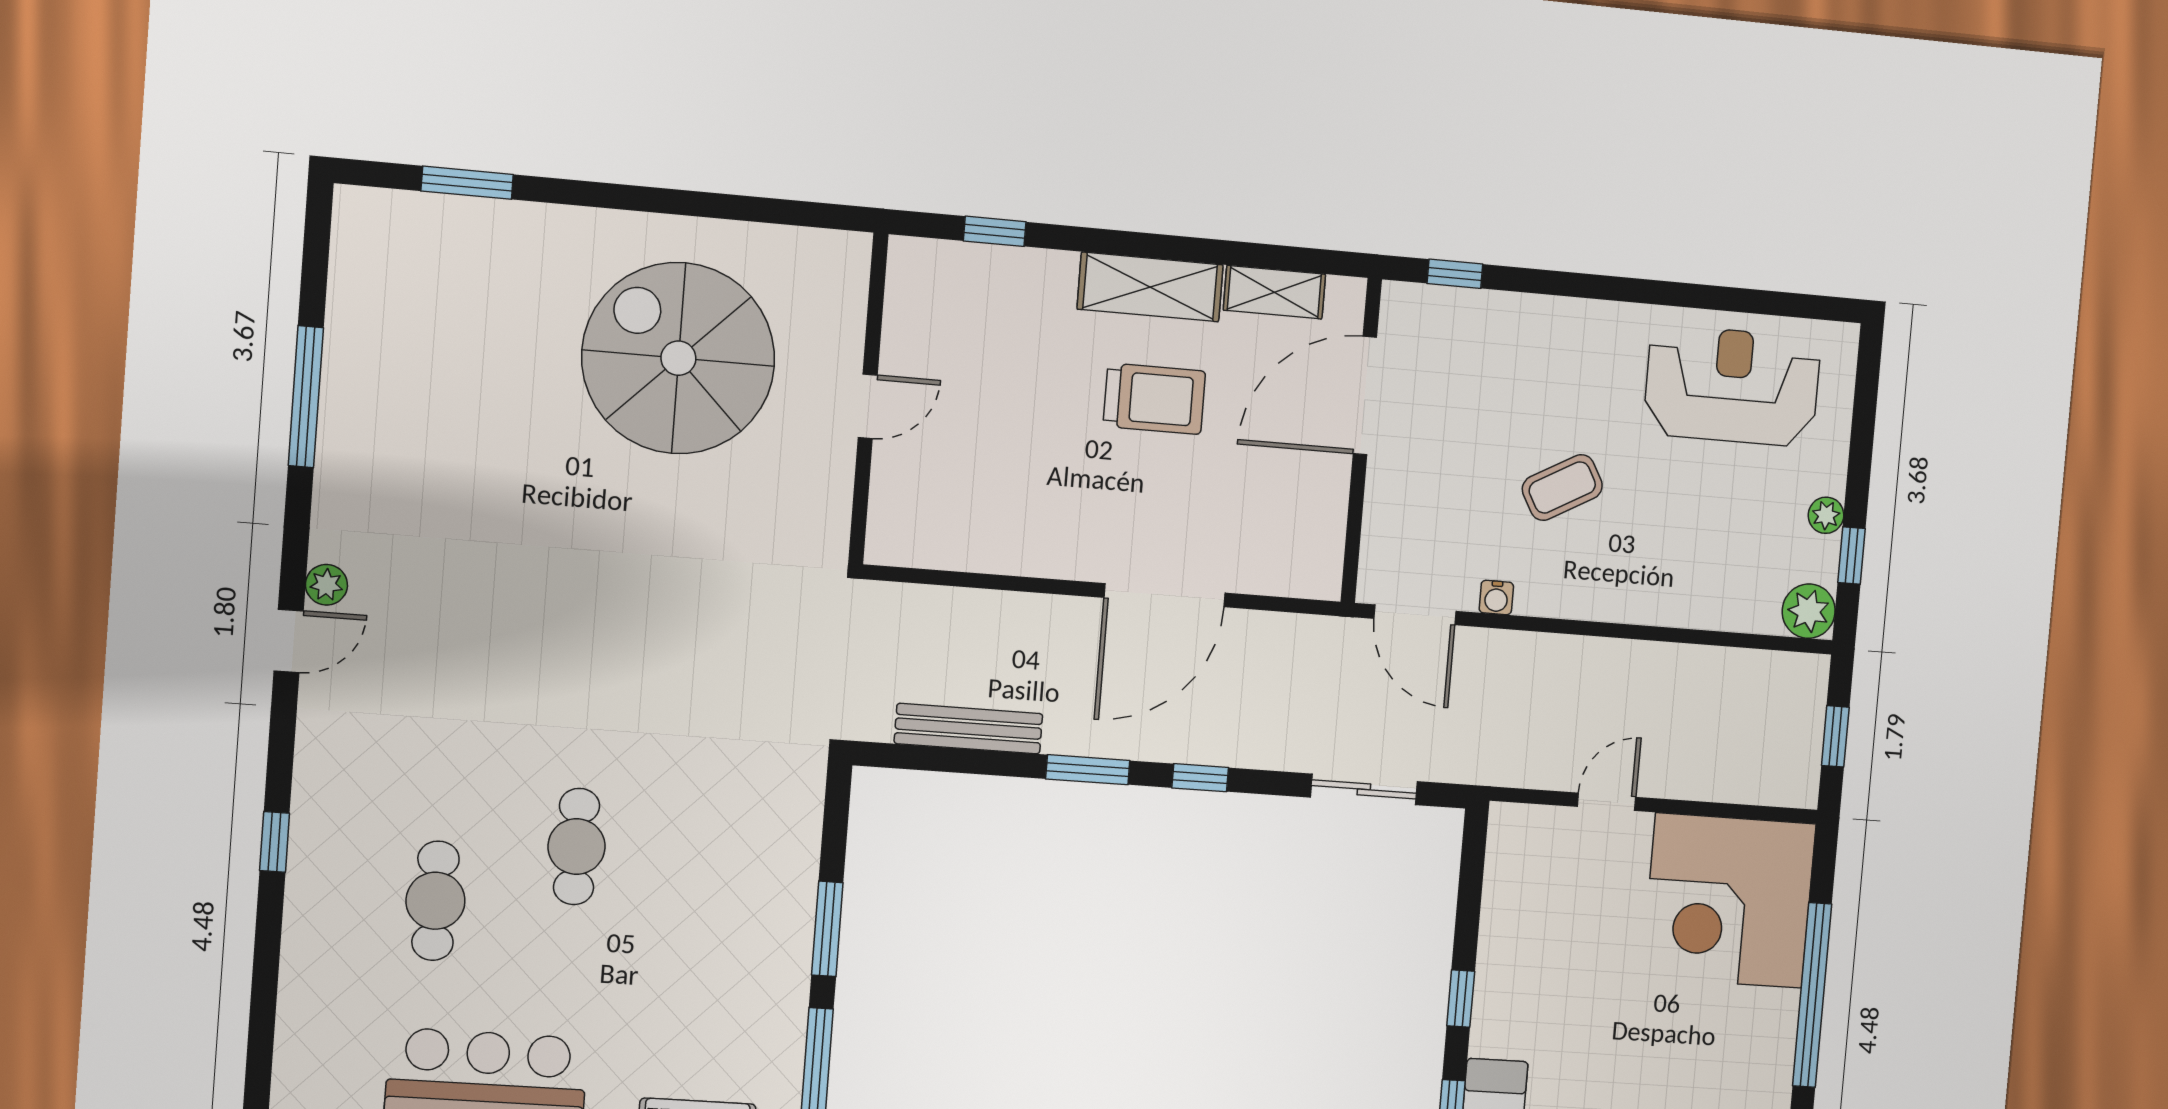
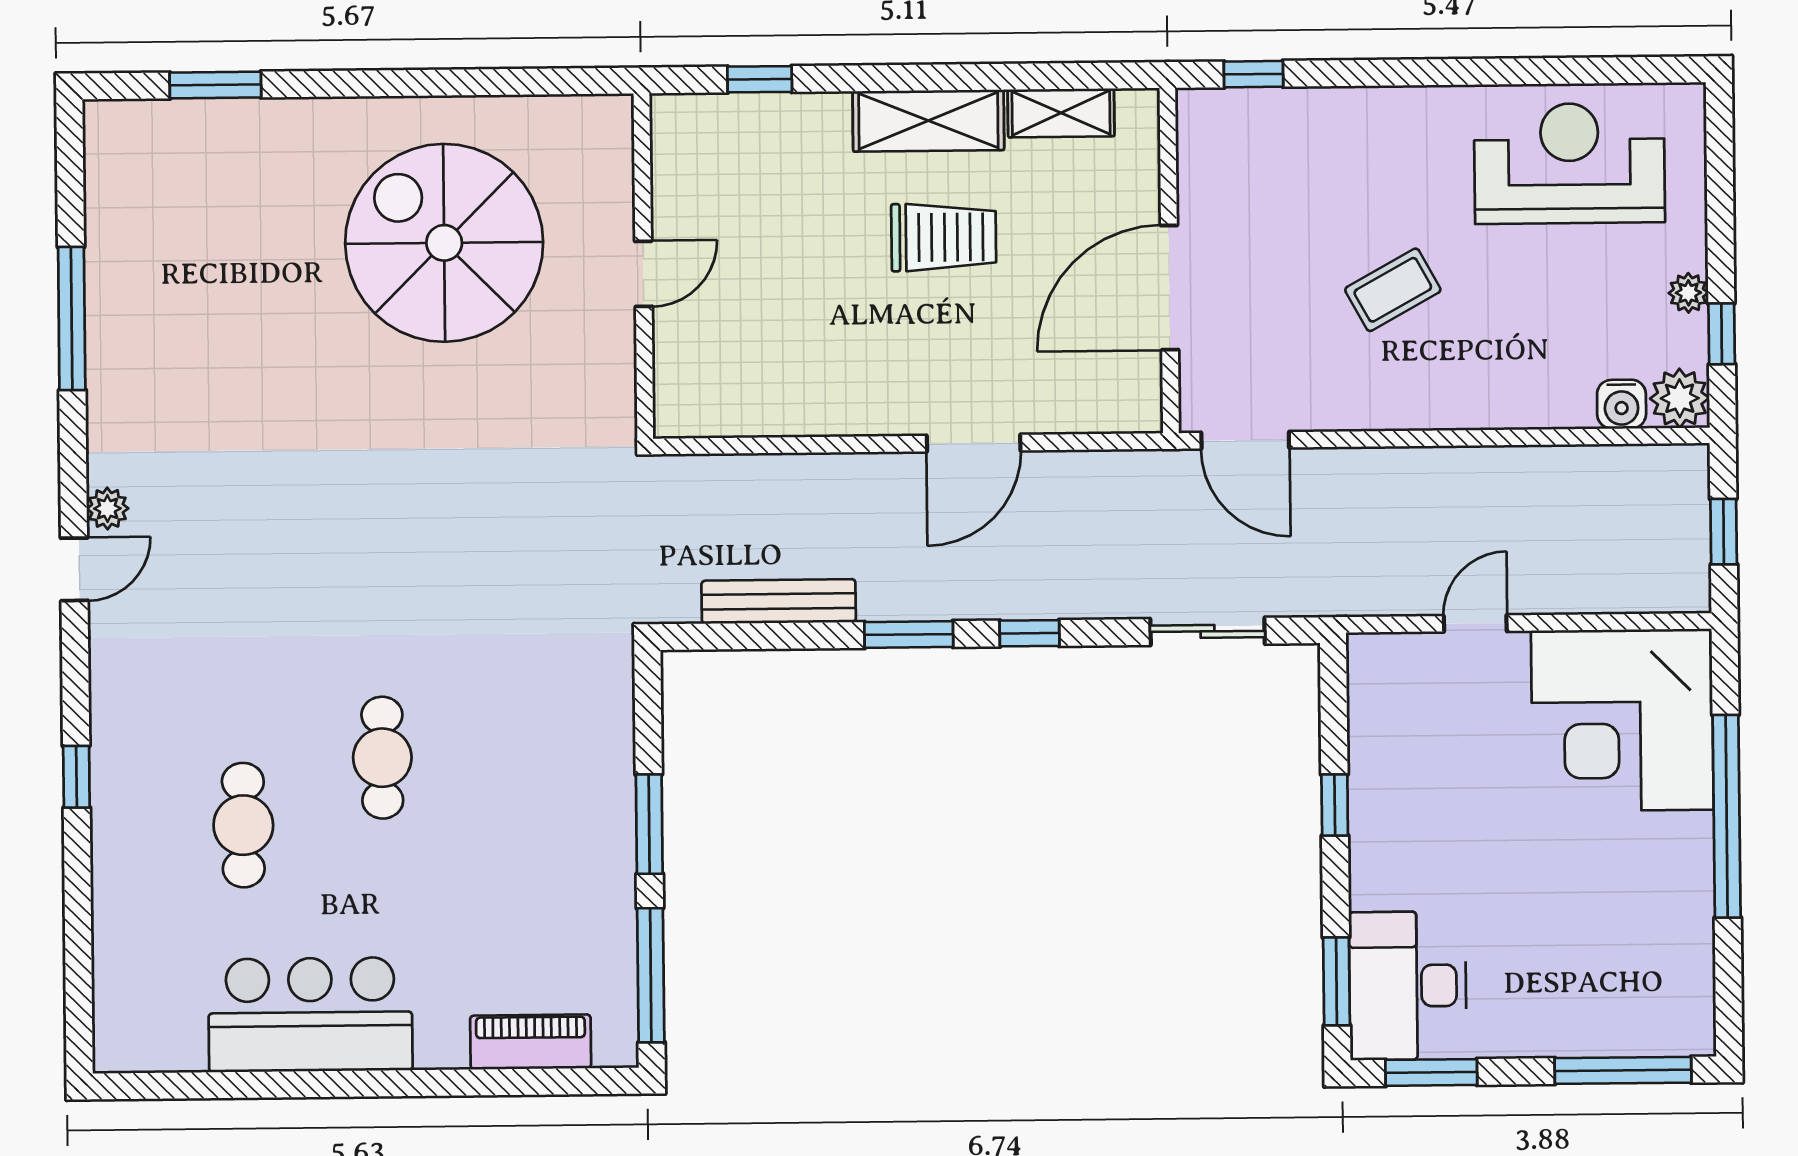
door: (1365, 396) -> (1169, 288), moved
door: (1165, 595) -> (974, 443), width x0.73
water cooler: (1496, 597) -> (1622, 404), moved, width x1.38, depth x1.38
window: (1461, 999) -> (1335, 805), moved

